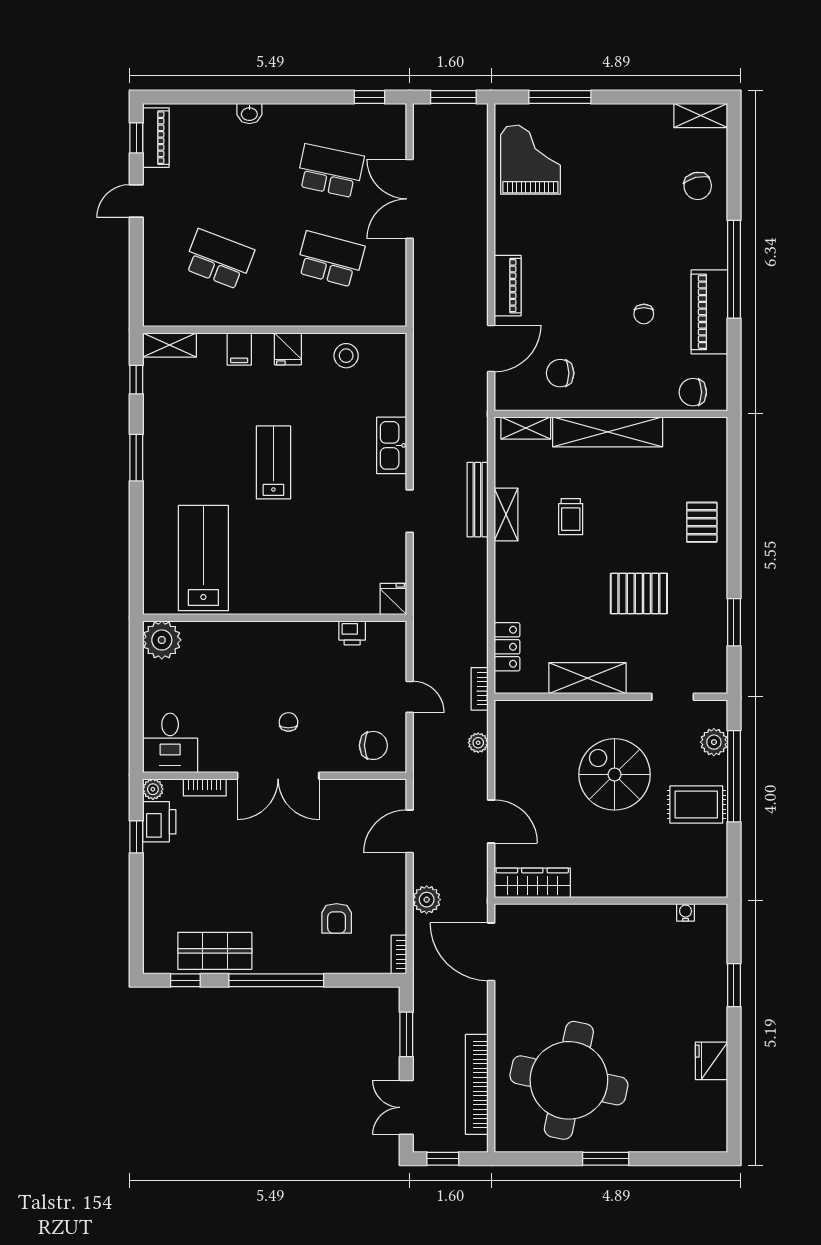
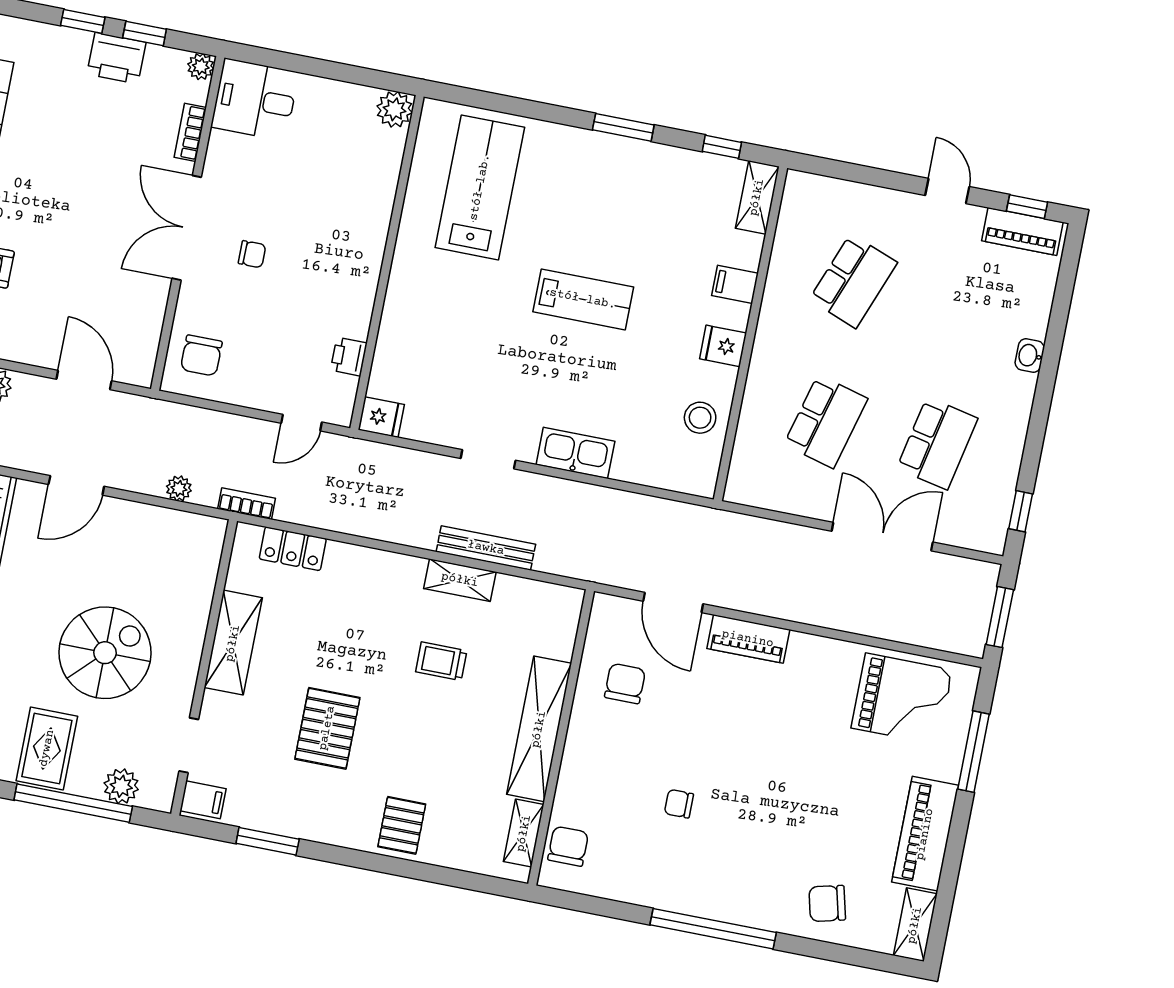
piano: (709, 312) -> (925, 834), moved, turned -90
shelving: (526, 428) -> (524, 833), moved
pallet: (702, 522) -> (402, 825), turned 90
lab bench: (203, 558) -> (480, 187), turned -90
plant: (162, 640) -> (395, 109), width x0.73, depth x0.73
filing cabinet: (712, 678) -> (203, 800), added
door: (410, 697) -> (302, 423), moved
printer: (159, 822) -> (116, 58), moved
window: (136, 886) -> (83, 21), added

